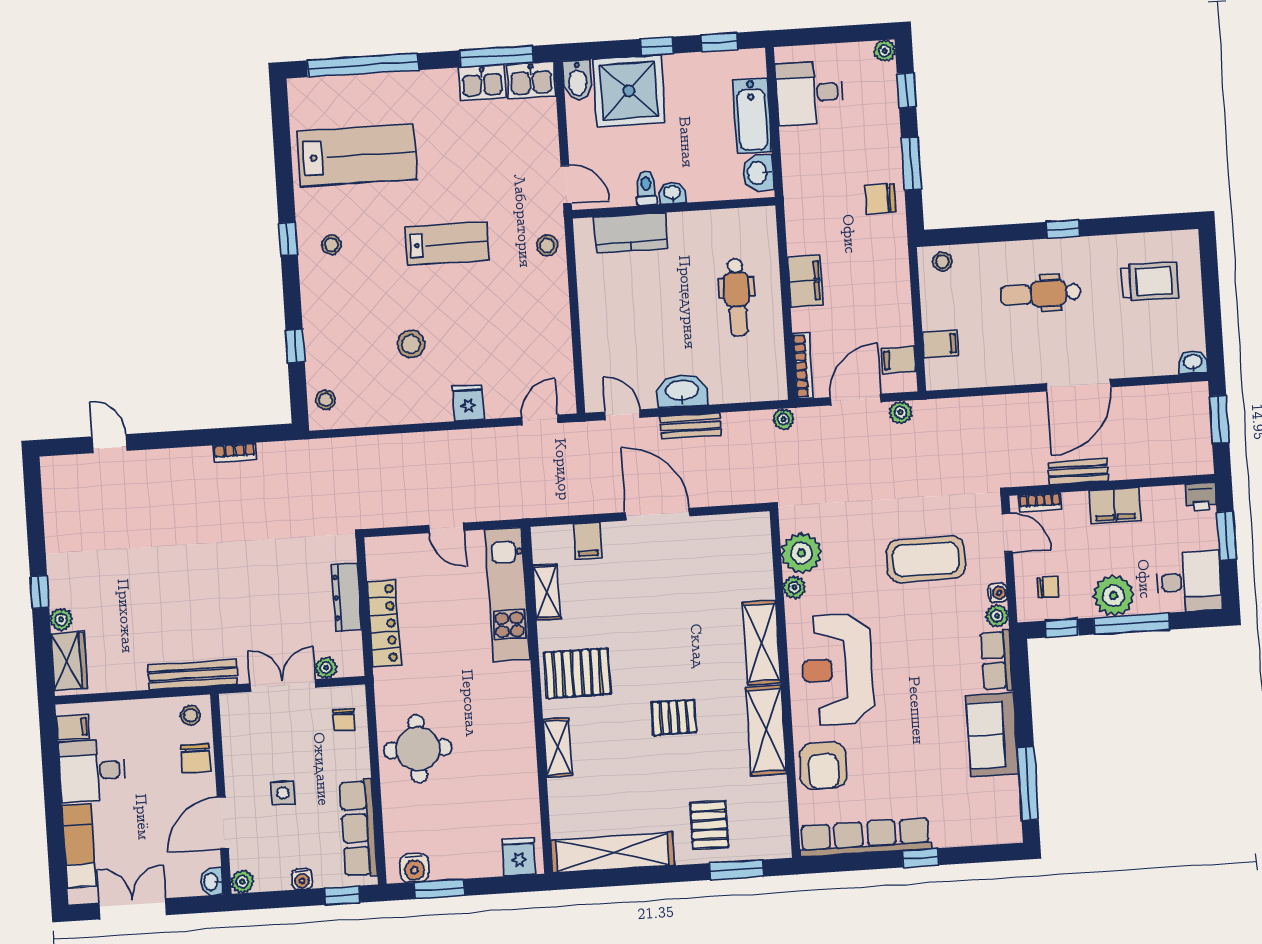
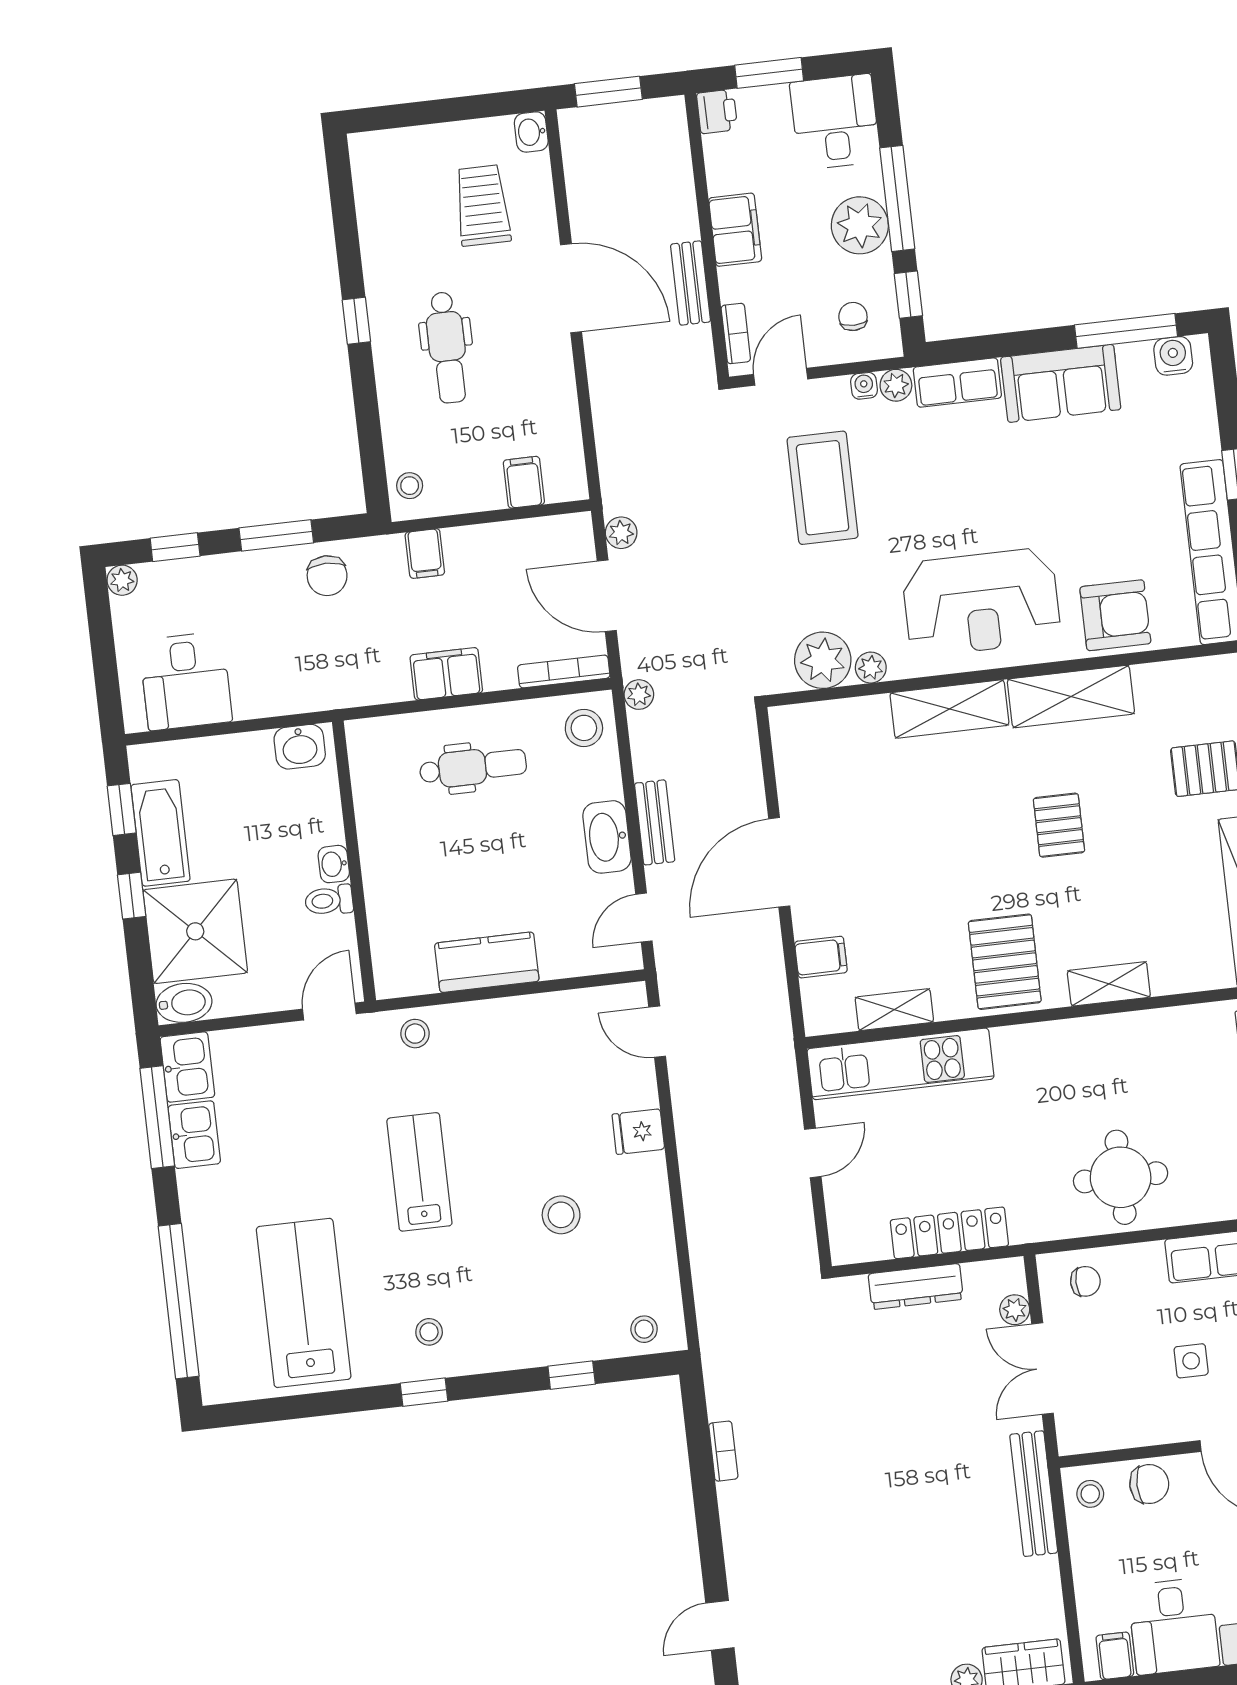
bathtub: (752, 116) -> (161, 833), moved, turned -90
kitchen counter: (631, 233) -> (487, 962), moved, turned -90
trolley: (1150, 281) -> (482, 205), moved
filing cabinet: (899, 360) -> (425, 554), moved
stool: (761, 378) -> (584, 728), added
water cooler: (1008, 817) -> (1173, 356), added

